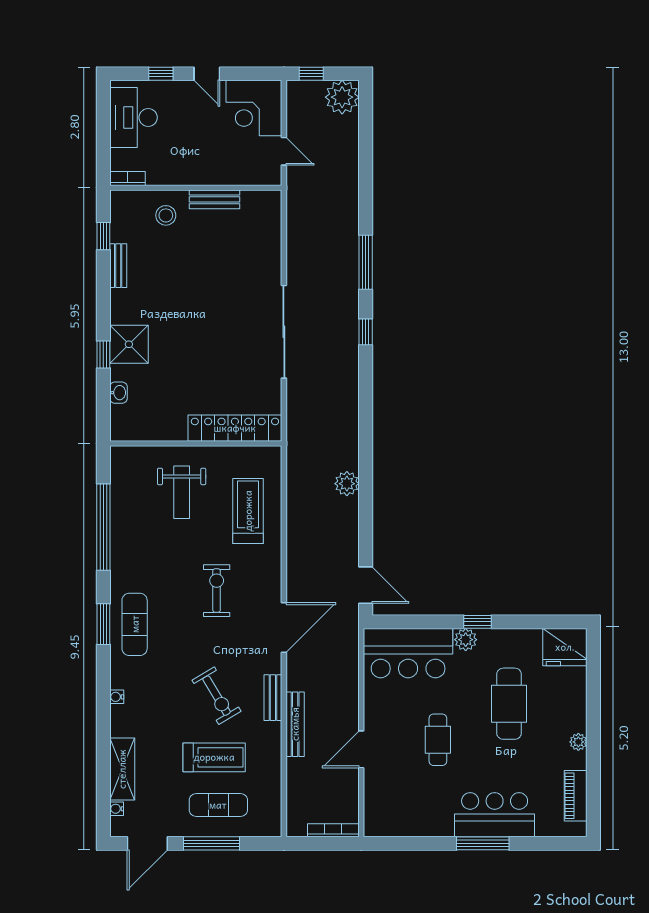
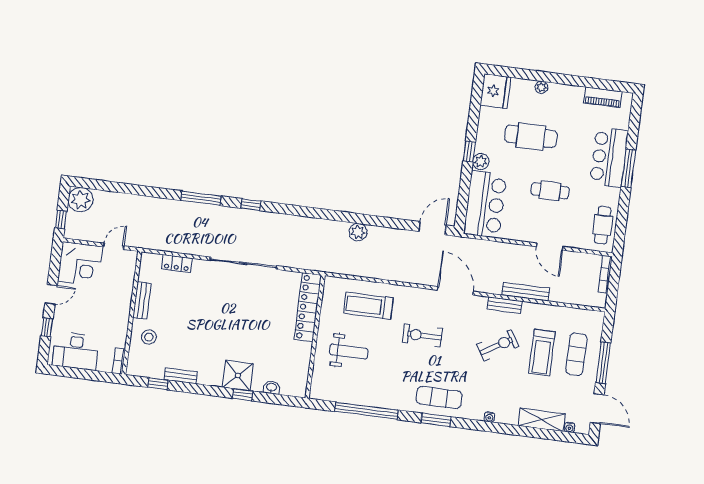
locker: (271, 241) -> (177, 264), added
plant: (578, 742) -> (541, 87), moved
treadmill: (214, 757) -> (542, 353), turned 180
cafe table: (400, 818) -> (603, 225), added

